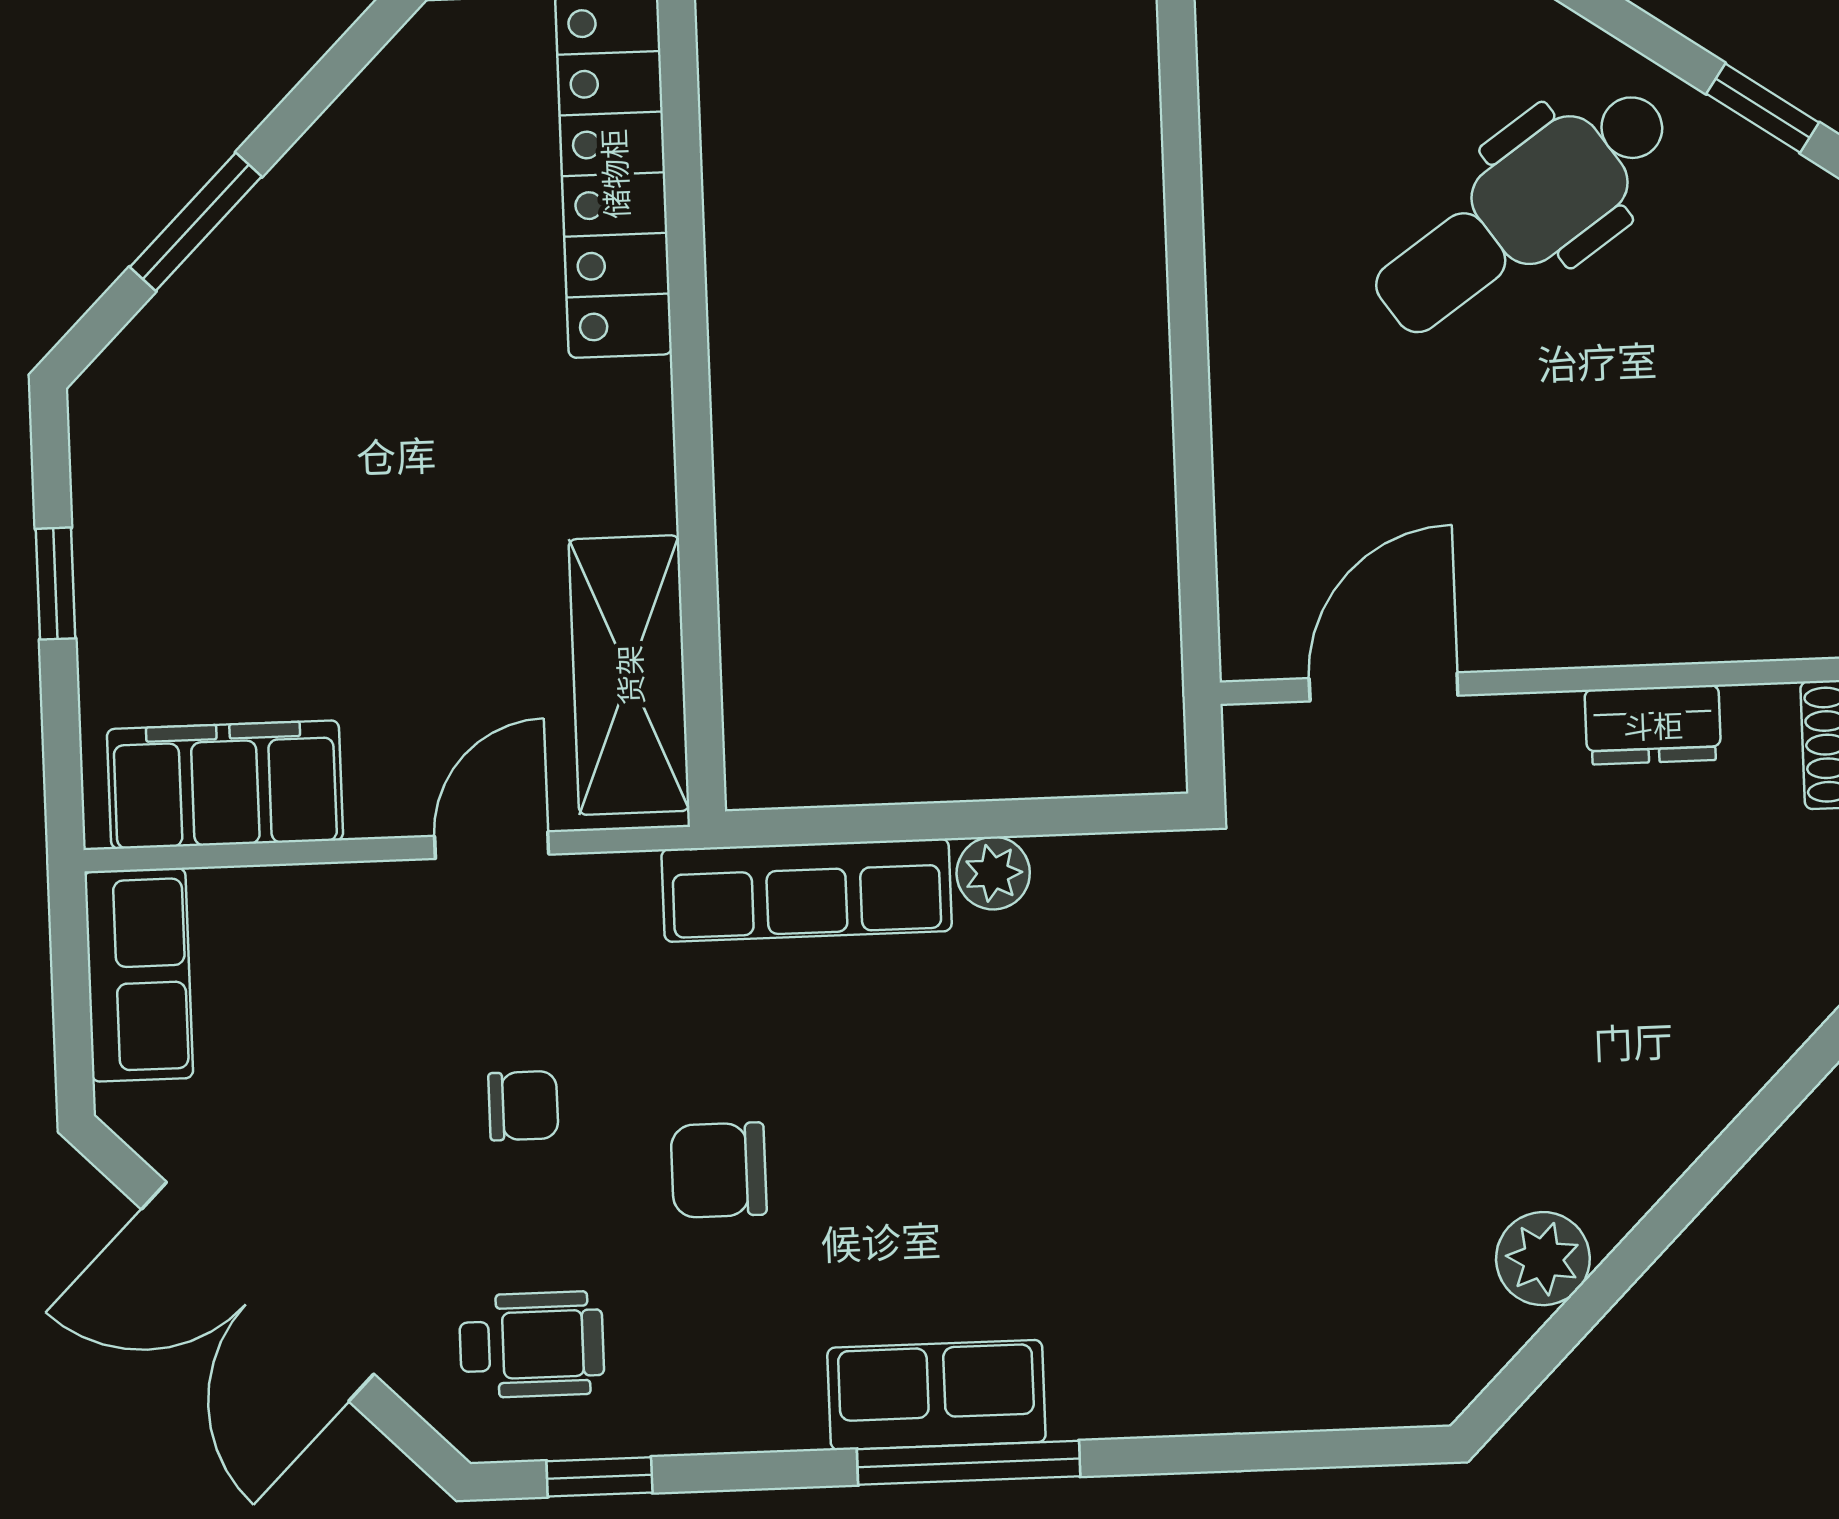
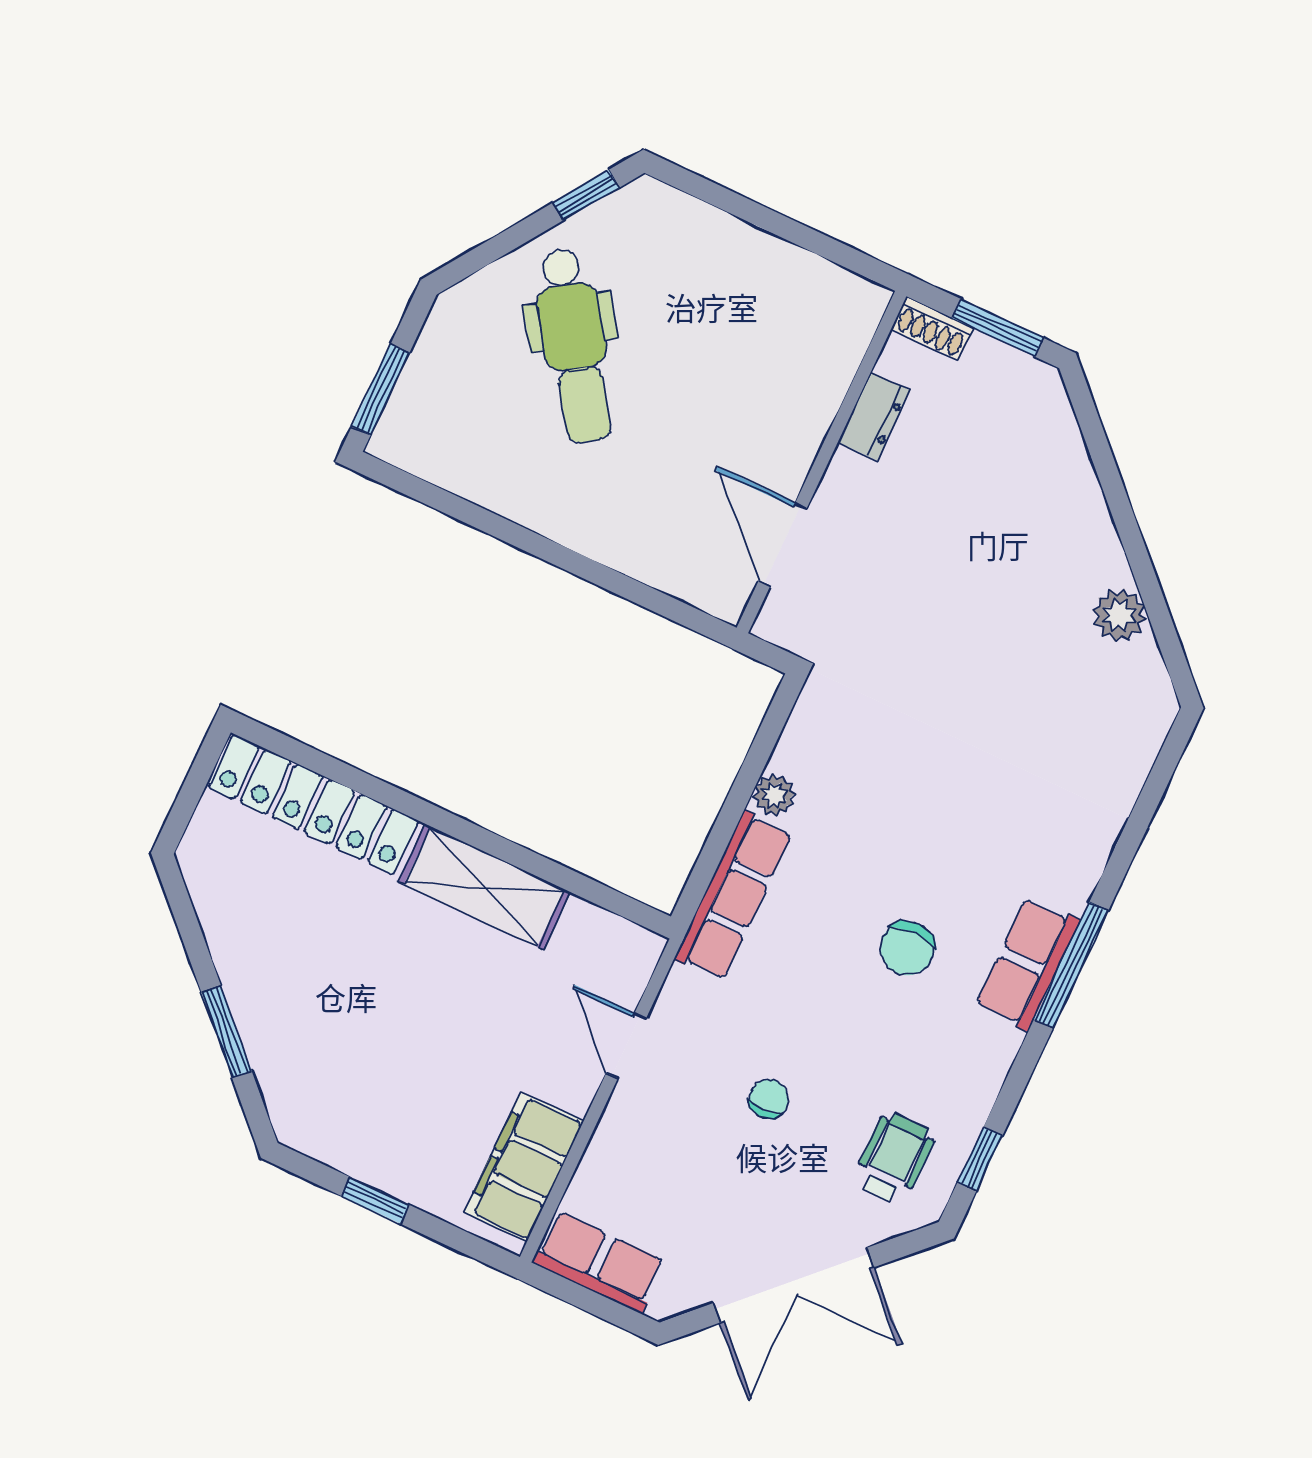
shelving: (629, 675) -> (484, 887), moved
chair: (719, 1170) -> (907, 948), moved

